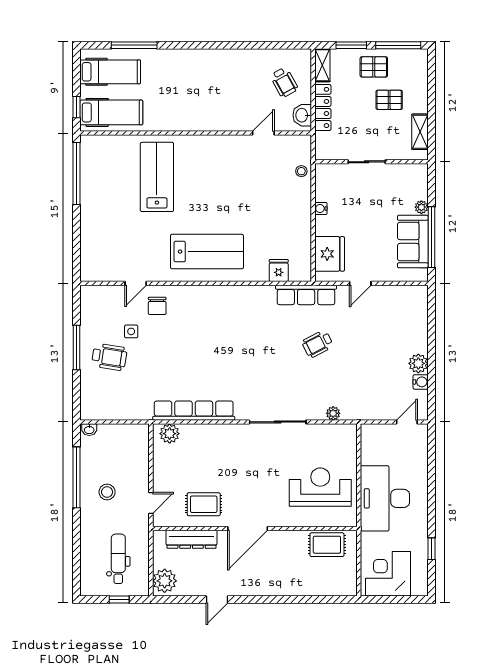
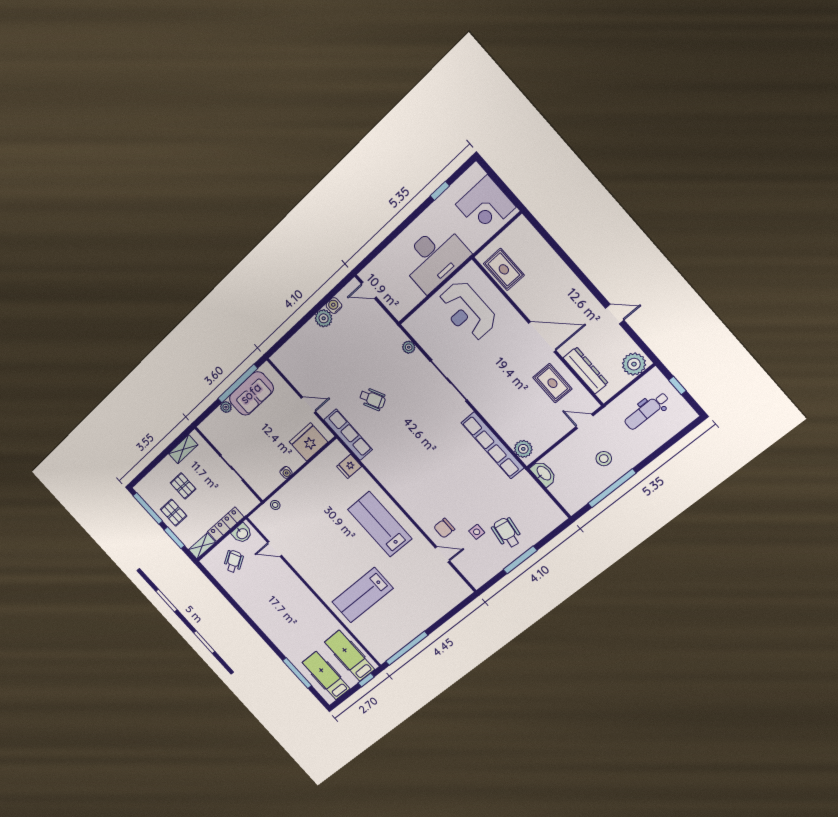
chair: (157, 306) -> (444, 528), turned 180
washbasin: (89, 430) -> (544, 473), moved, width x1.91, depth x1.45

